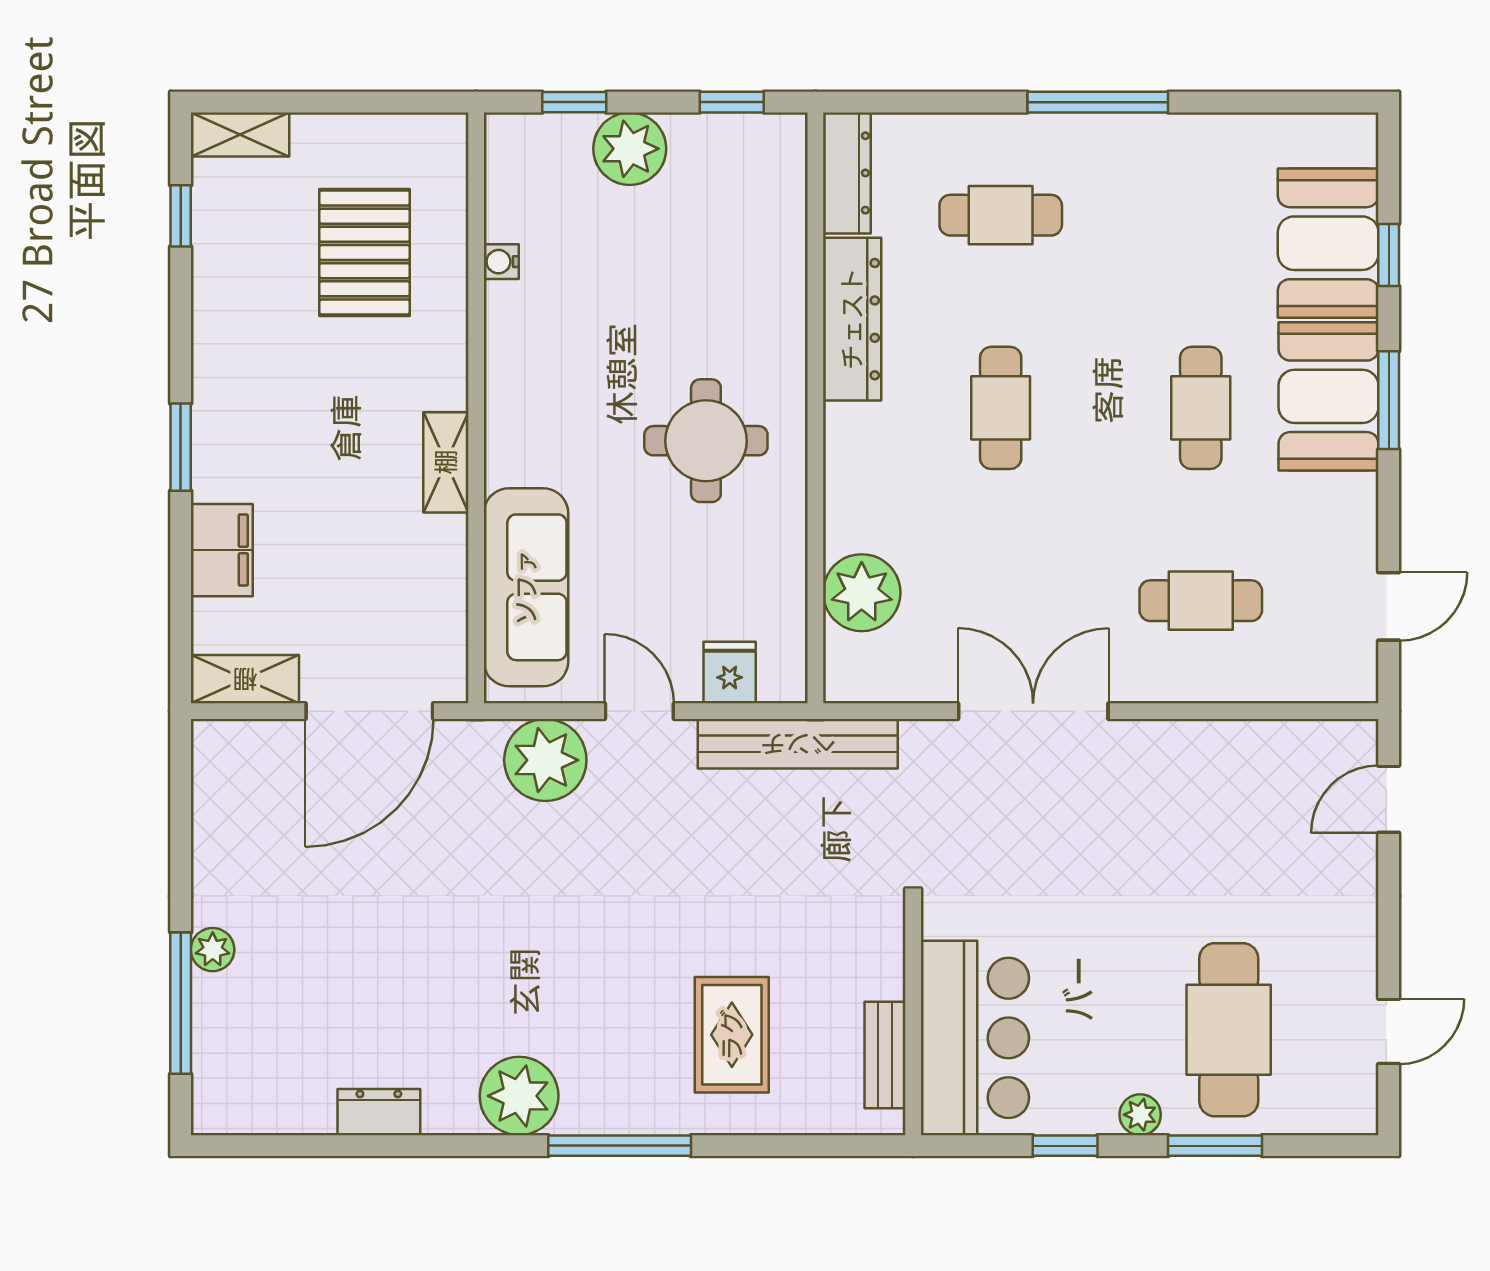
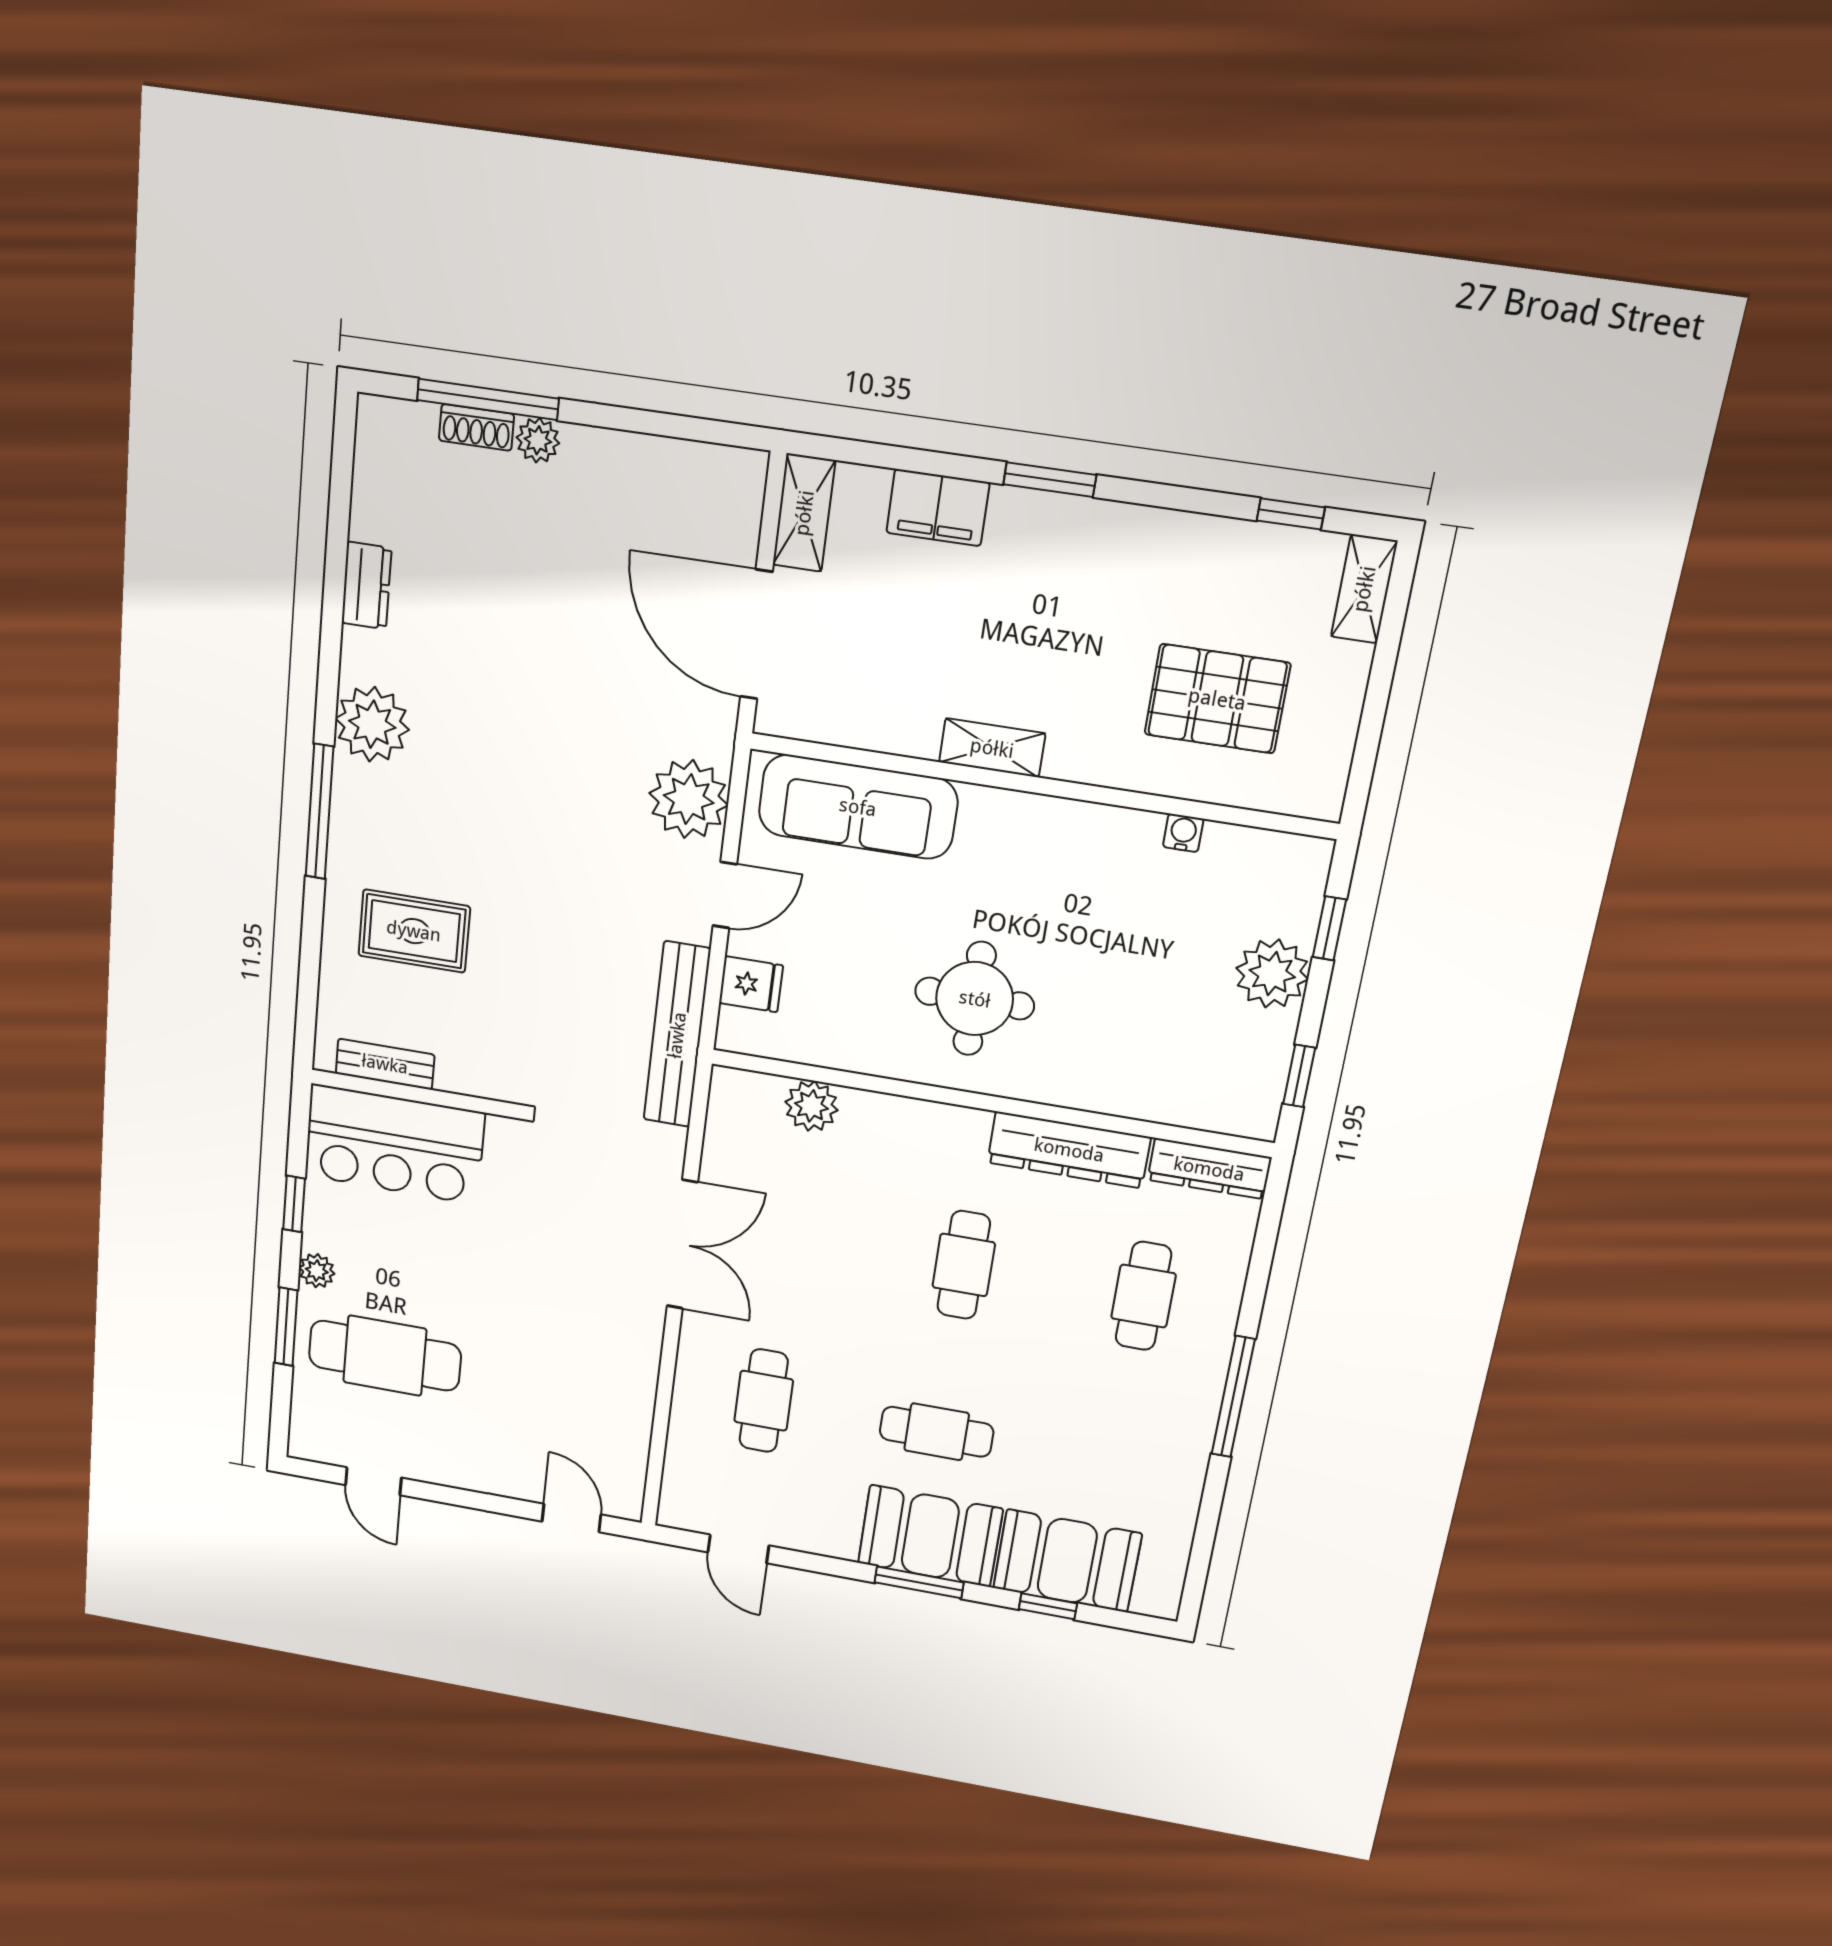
cafe table: (1001, 408) -> (964, 1265), turned 90
plant: (862, 593) -> (811, 1106), width x0.73, depth x0.73
shoe rack: (209, 1012) -> (476, 427), added

